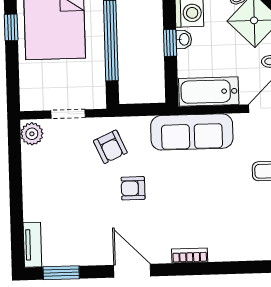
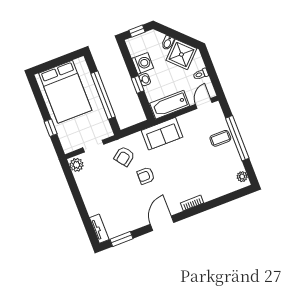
window: (11, 27) -> (51, 128), moved
sofa: (192, 132) -> (162, 134), width x0.73
armchair: (110, 147) -> (124, 156), turned 77
door: (132, 271) -> (162, 223), hinge flipped

